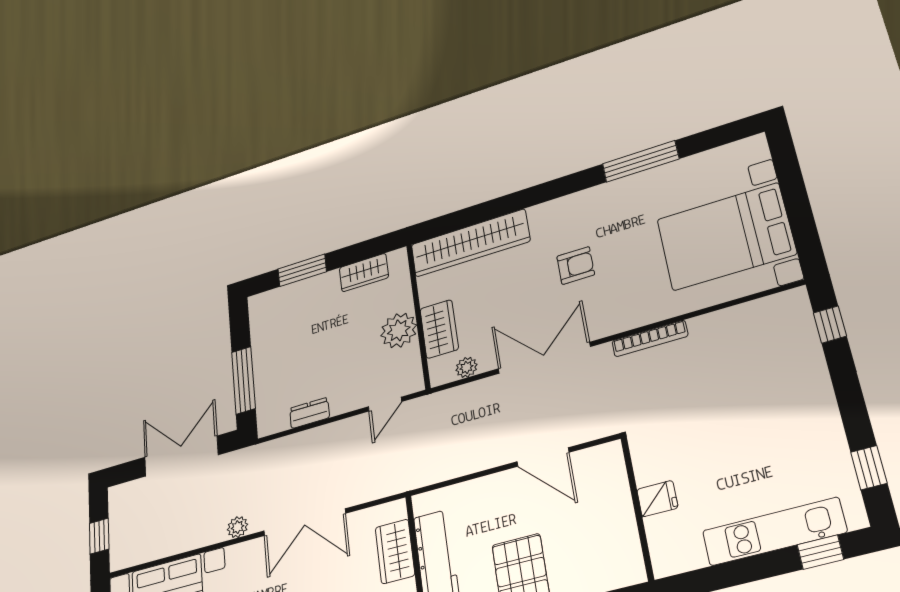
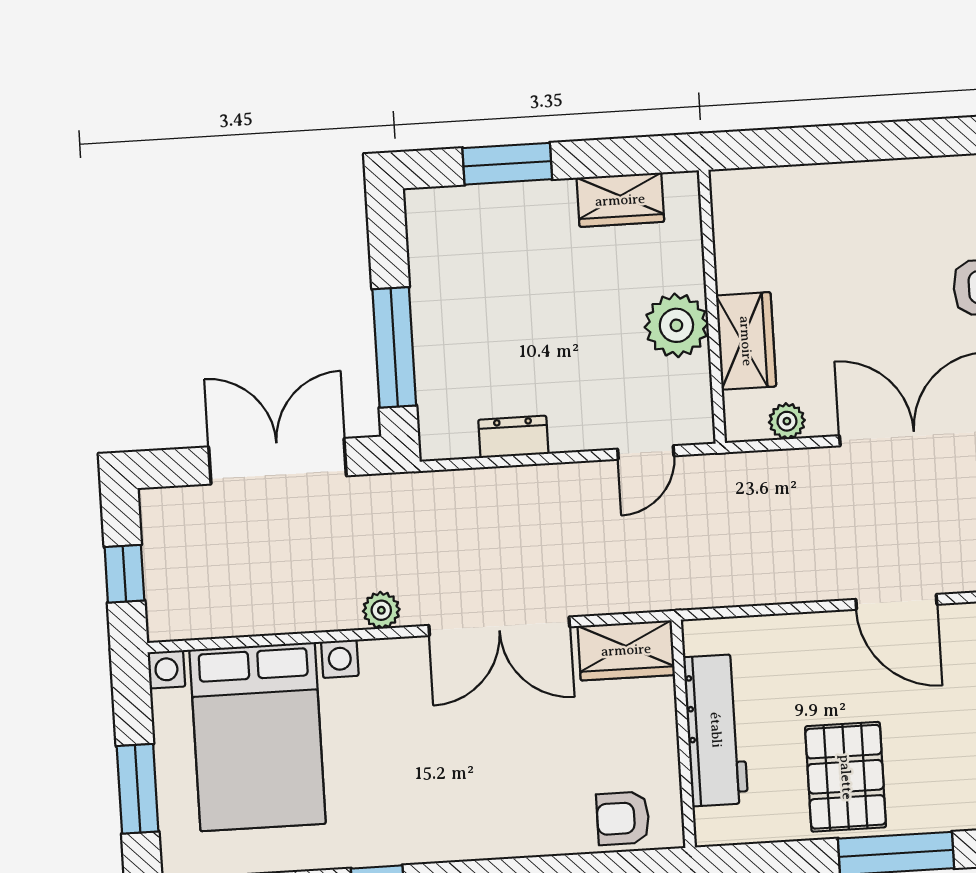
wardrobe: (470, 243) -> (810, 196), removed
wardrobe: (395, 551) -> (626, 650), moved, turned -90

